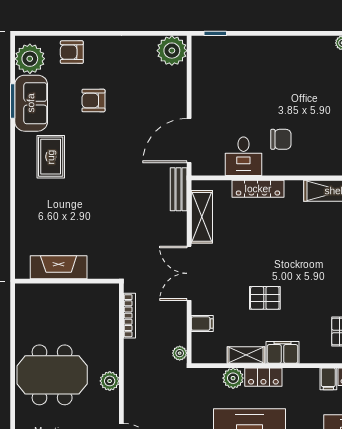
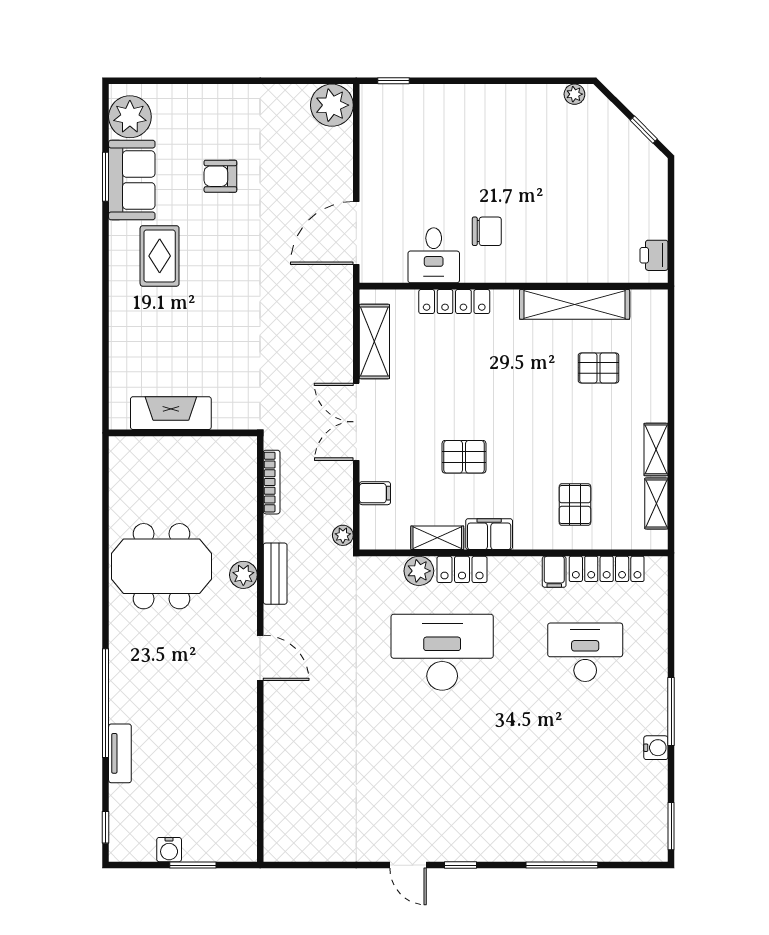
armchair: (72, 52) -> (190, 107), removed
bench: (179, 189) -> (275, 574), moved

